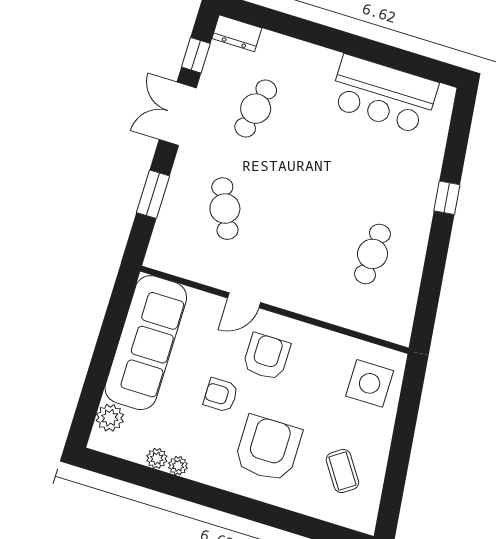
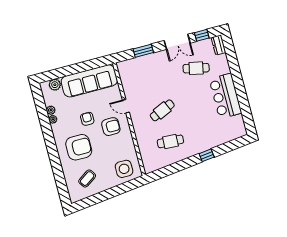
bar counter: (384, 94) -> (225, 96), moved
double door: (178, 114) -> (177, 42), swing flipped
cafe table: (225, 209) -> (162, 110), moved

